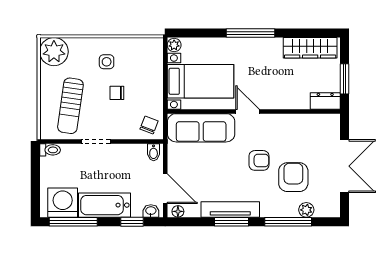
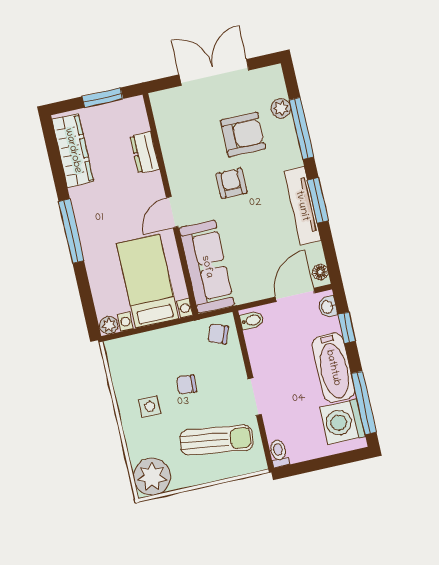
chair: (117, 93) -> (187, 384), turned 94
dresser: (325, 101) -> (145, 153), moved
armchair: (293, 177) -> (243, 134), turned 180

